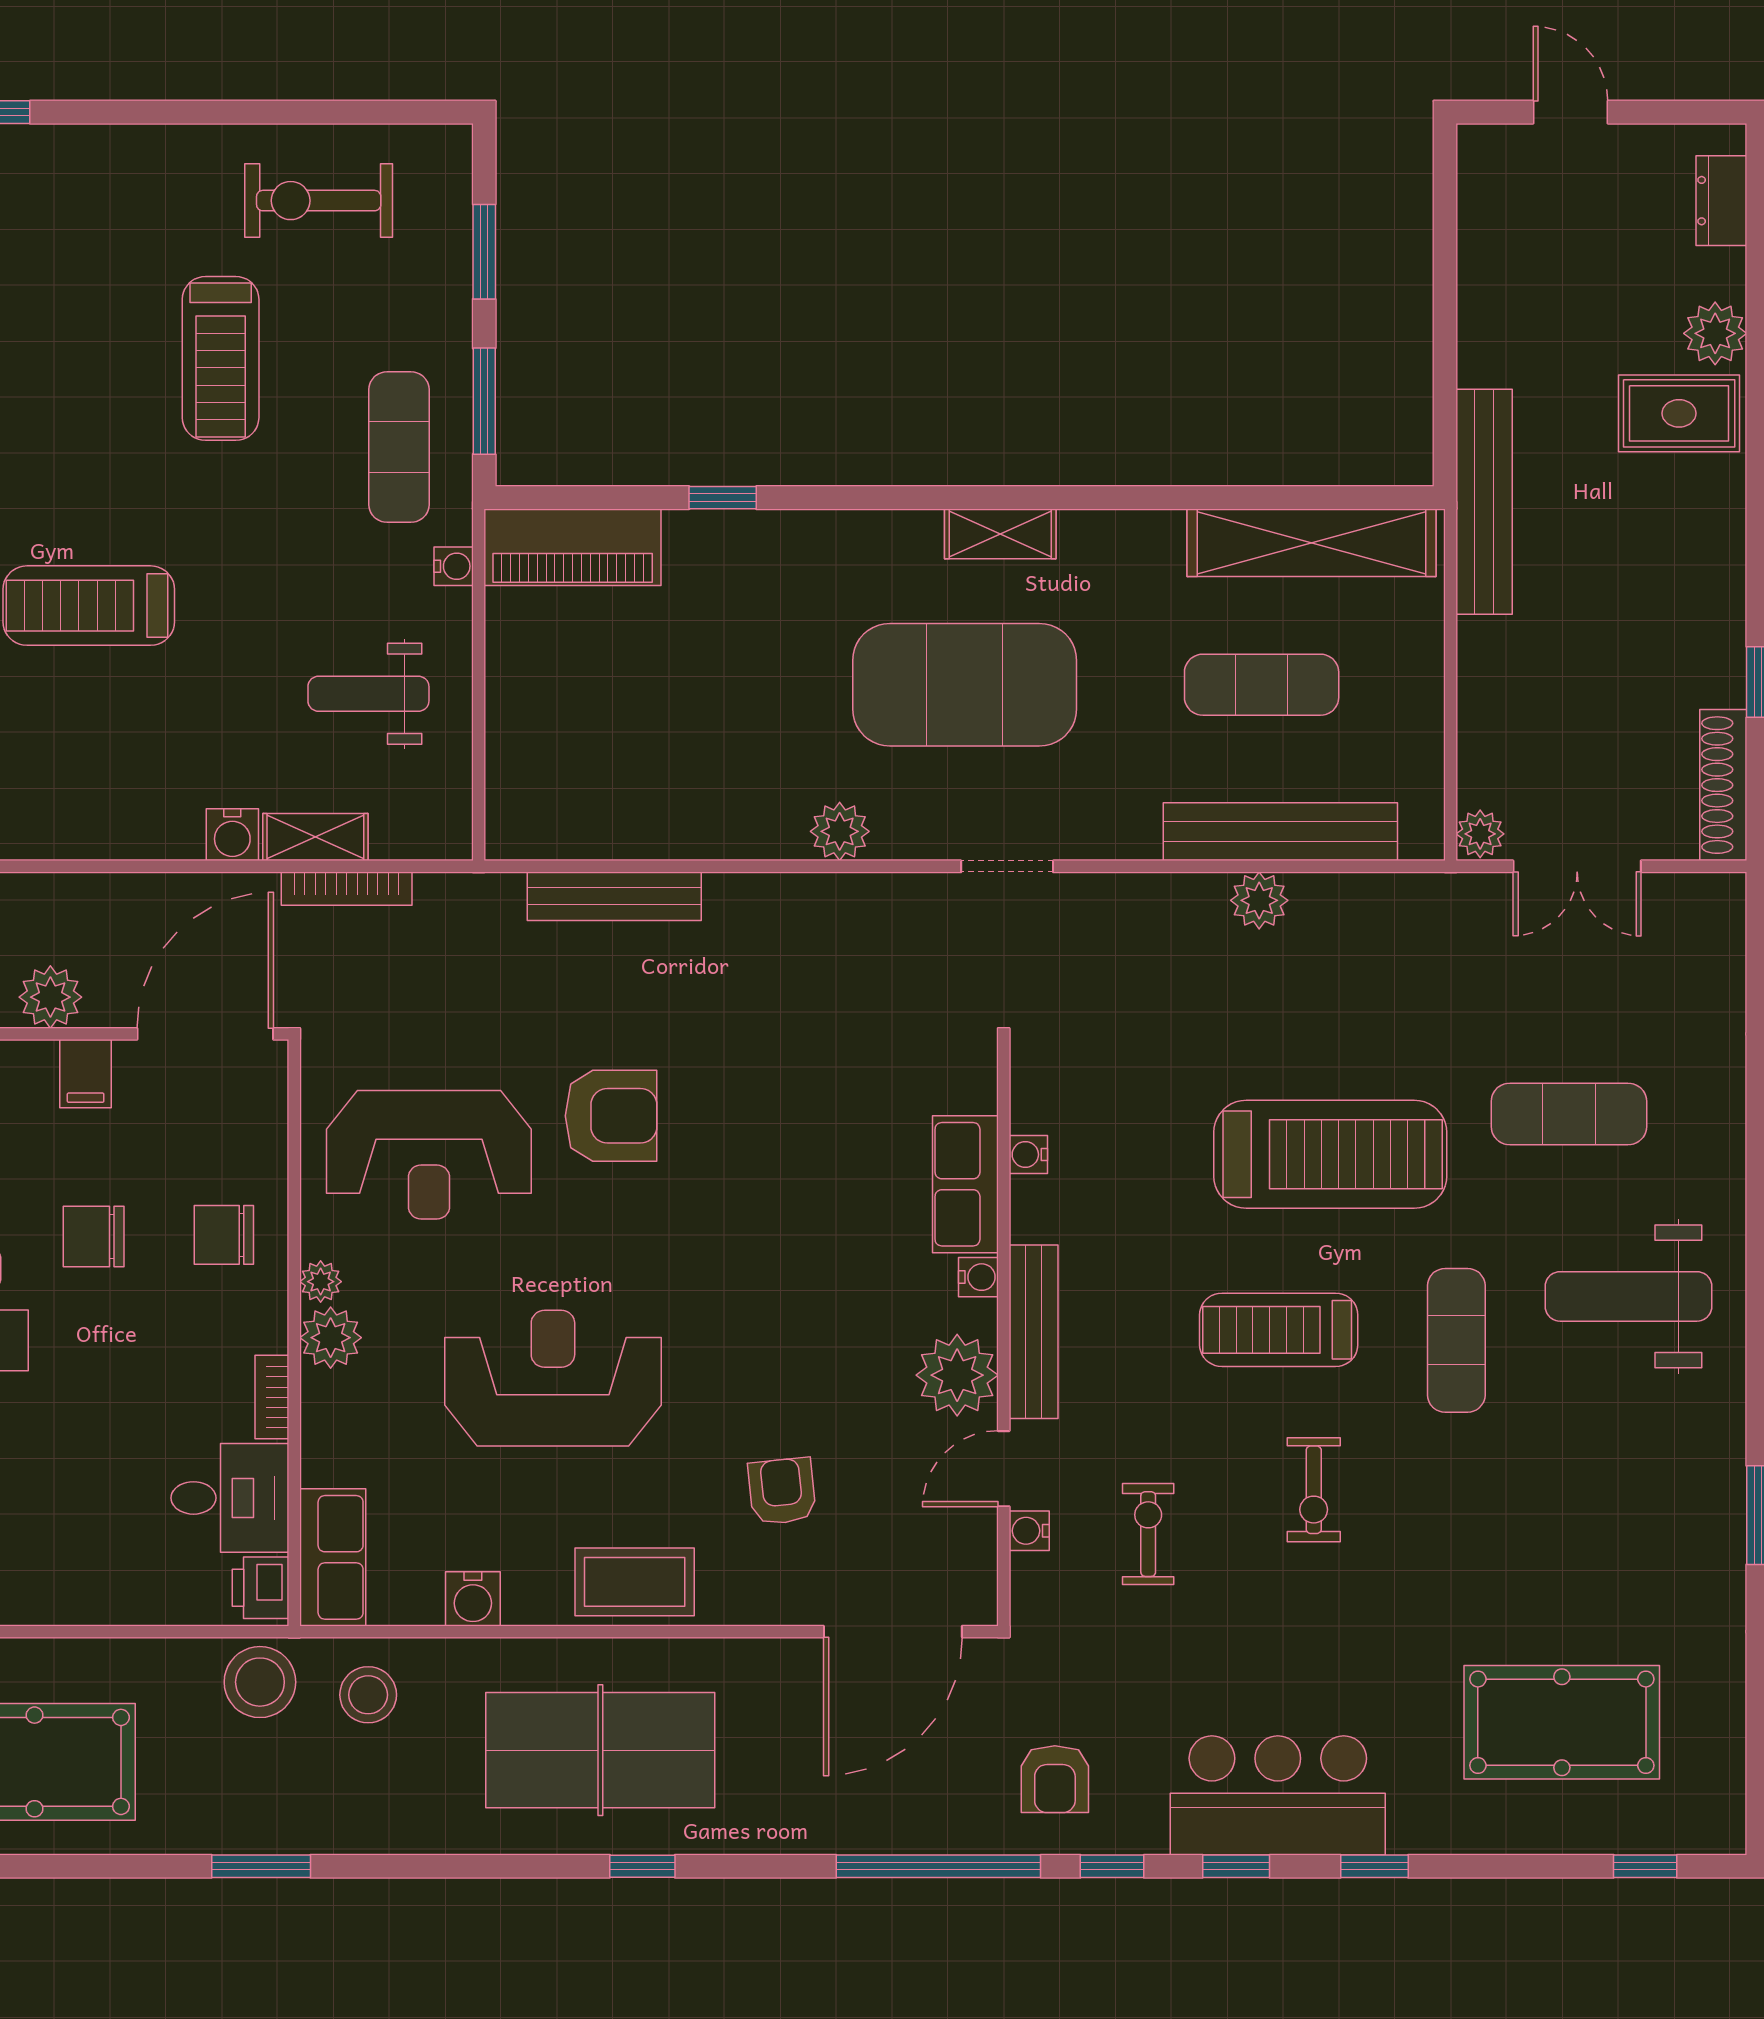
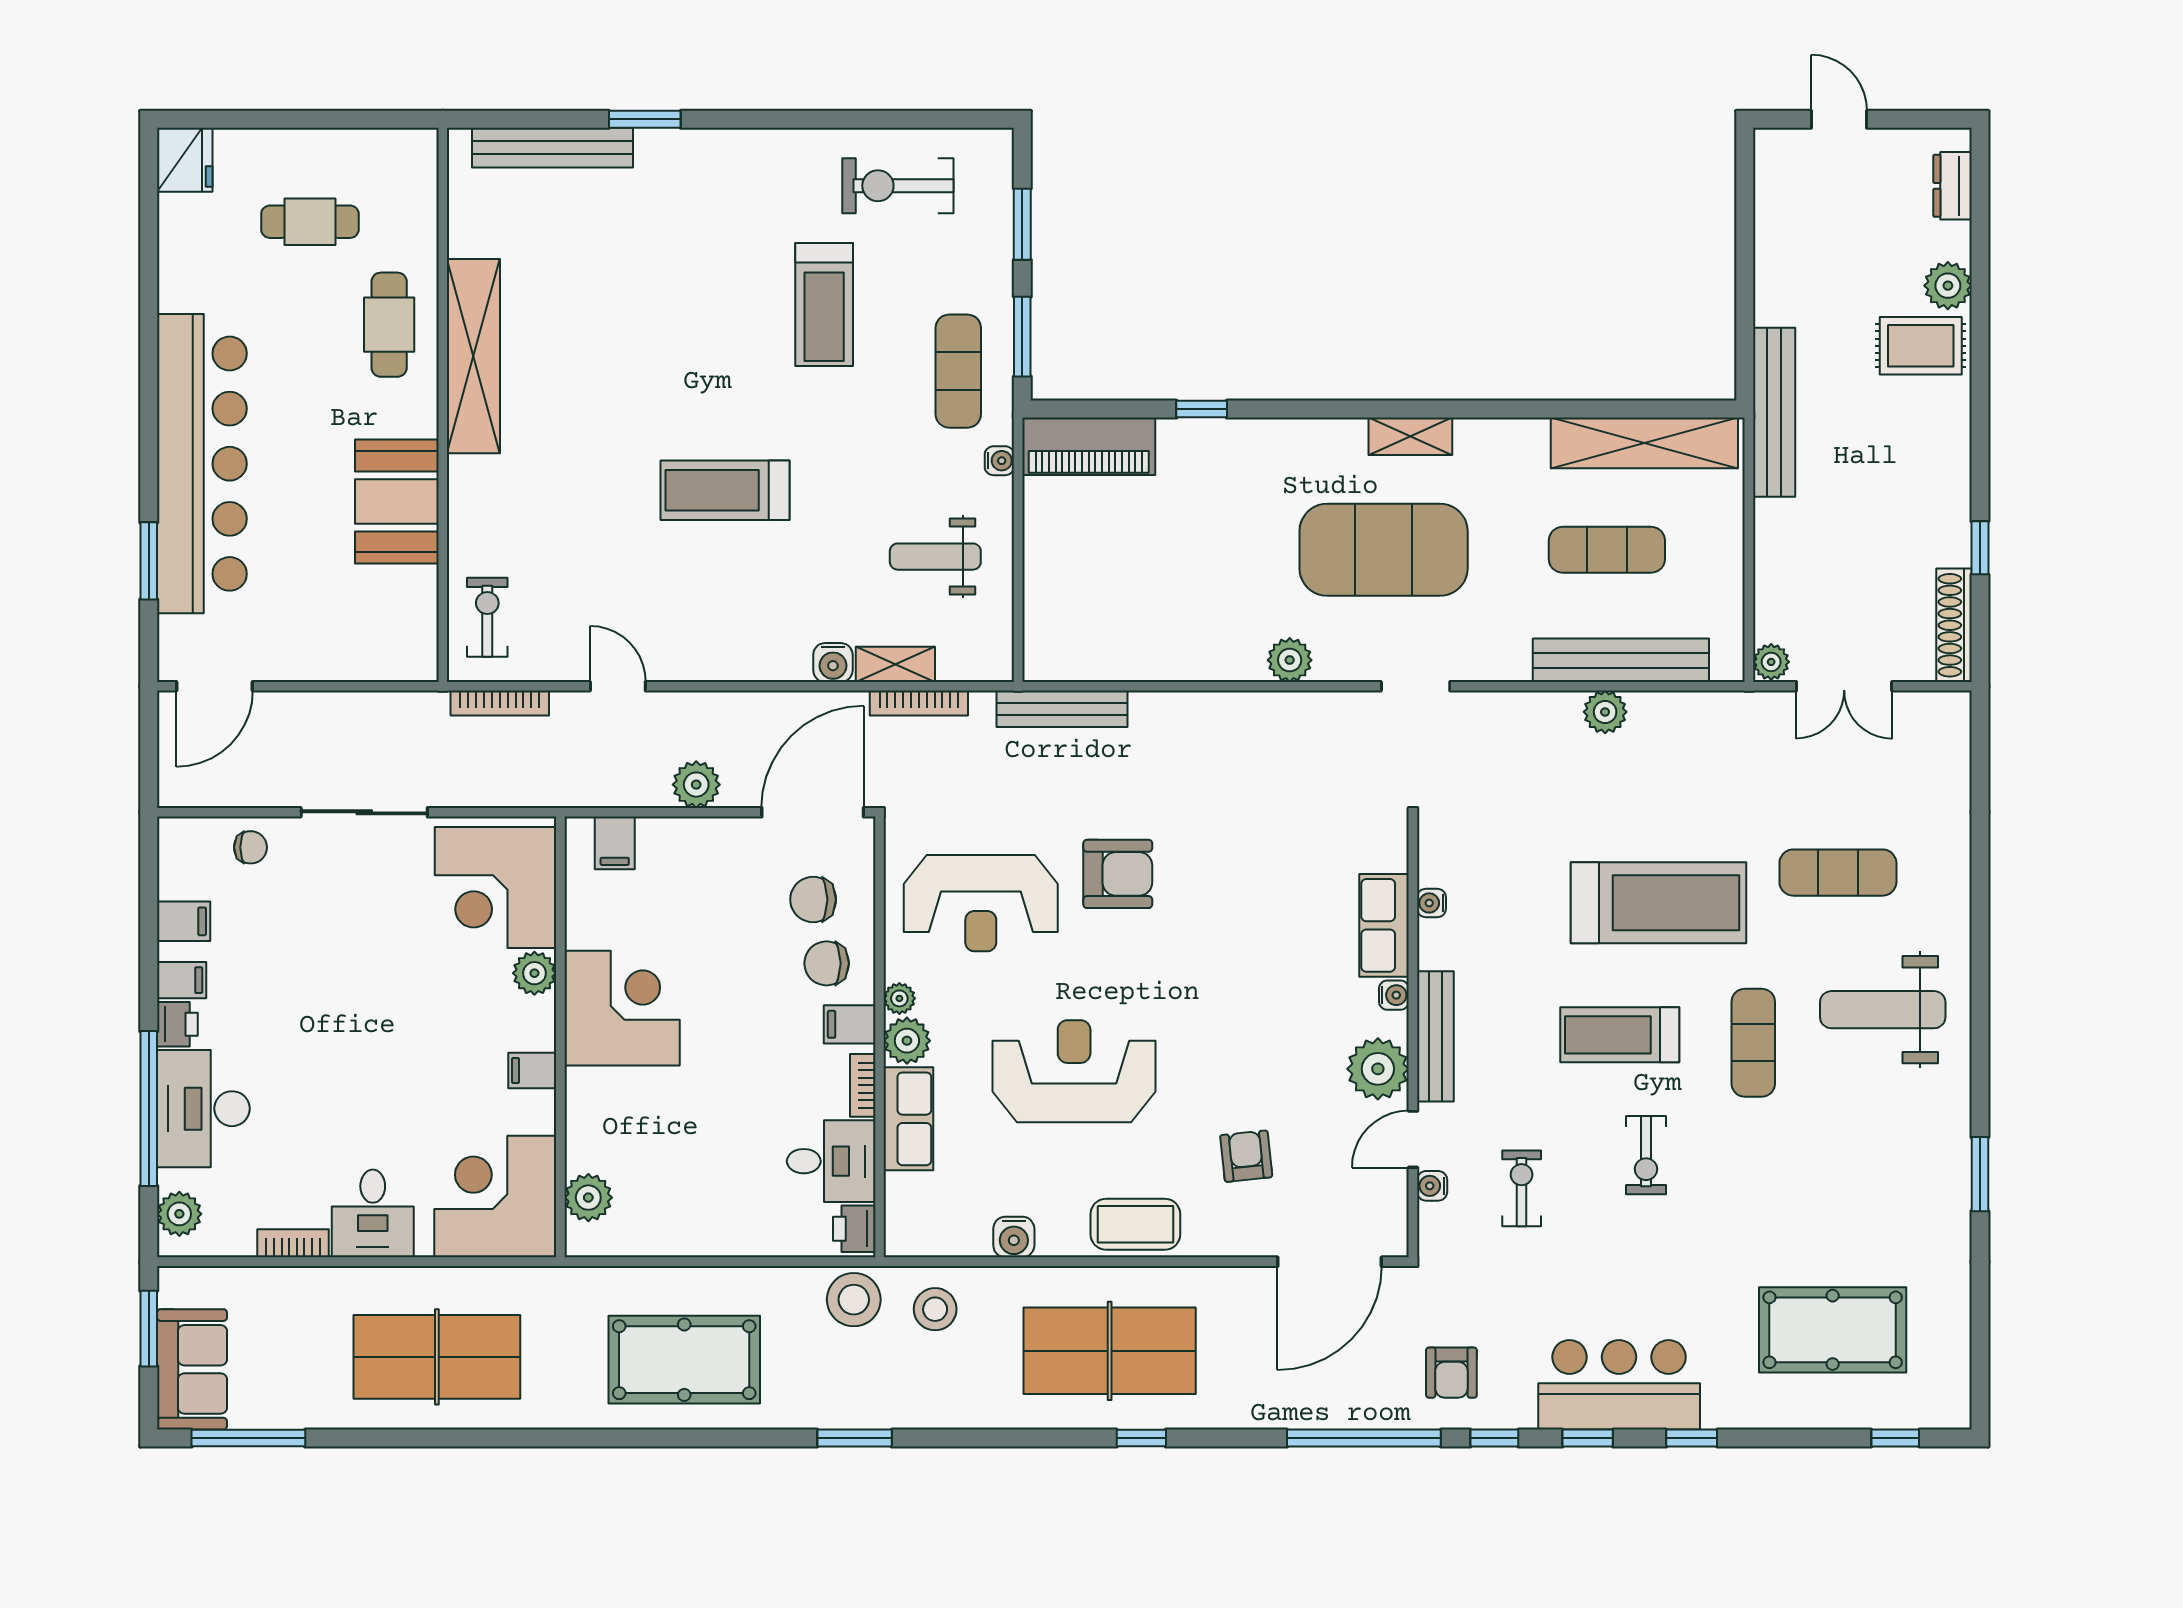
bench: (614, 896) -> (1062, 709), moved
filing cabinet: (86, 1074) -> (850, 1024), moved, turned 90
chair: (94, 1236) -> (813, 900), moved
row of seats: (333, 1557) -> (908, 1119), moved

